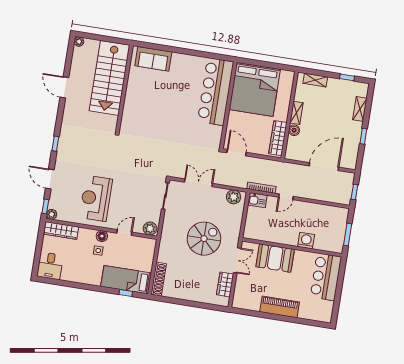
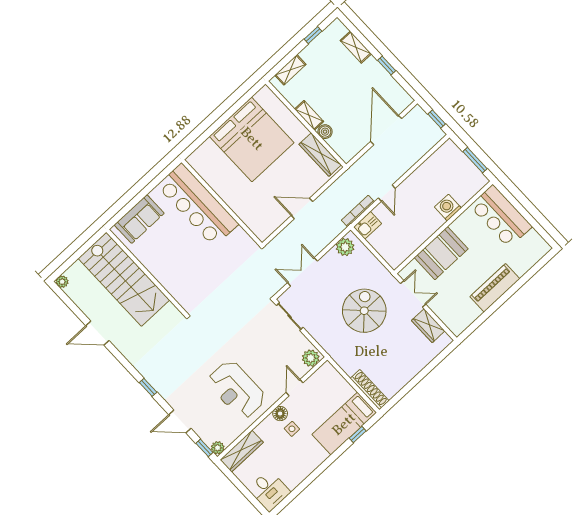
bar counter: (216, 92) -> (198, 205), moved
wall: (228, 105) -> (222, 203), moved

